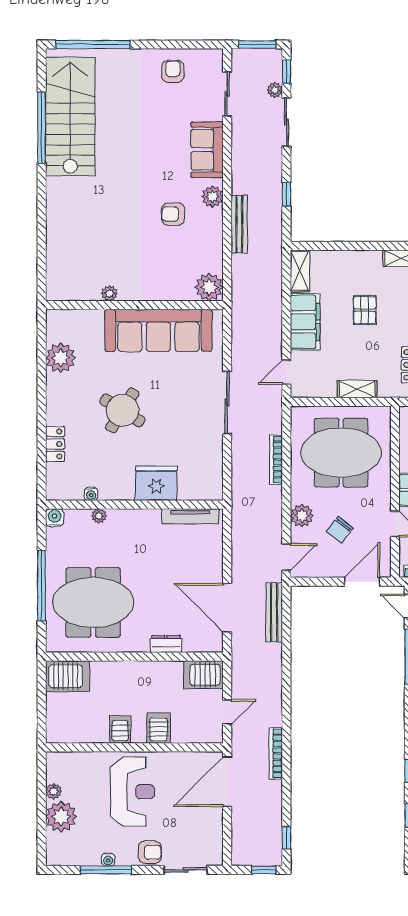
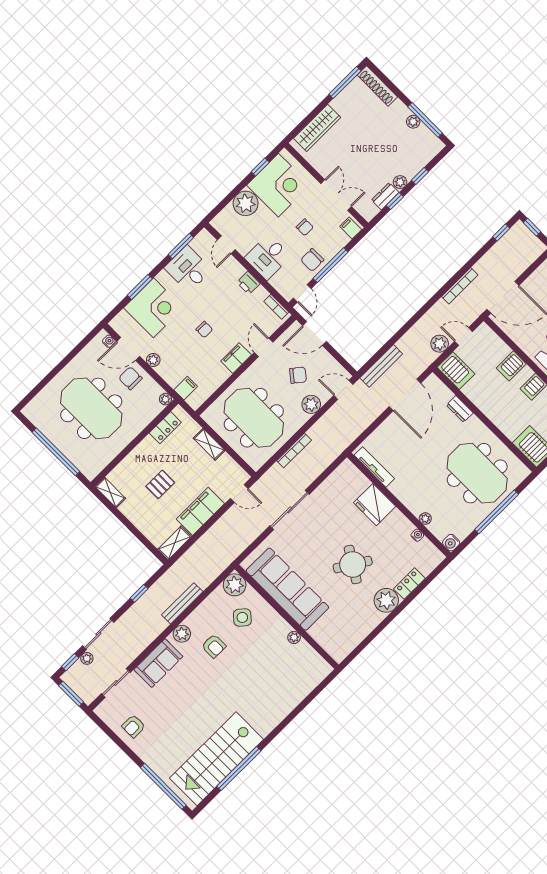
side table: (173, 265) -> (242, 617), added
plant: (61, 358) -> (386, 600), moved
plant: (242, 684) -> (440, 344), added

